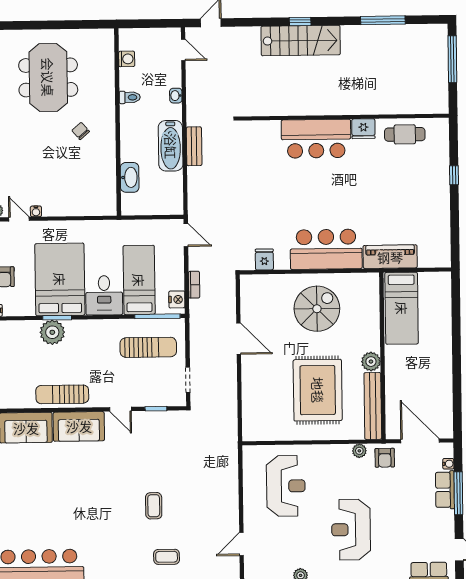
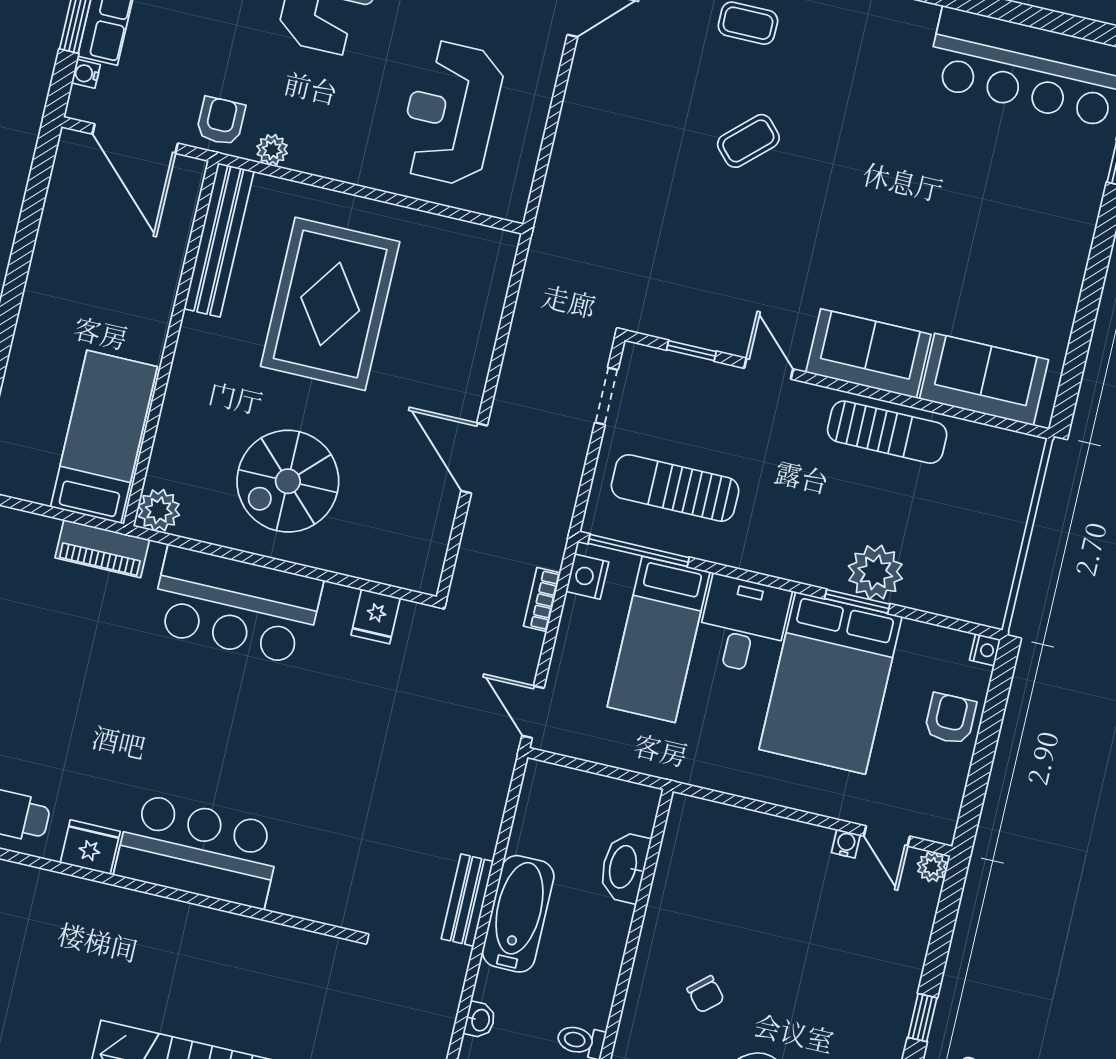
piano: (390, 257) -> (102, 549), width x0.73, depth x0.75
plant: (371, 362) -> (159, 510), moved
coffee table: (154, 506) -> (748, 141), turned 47

